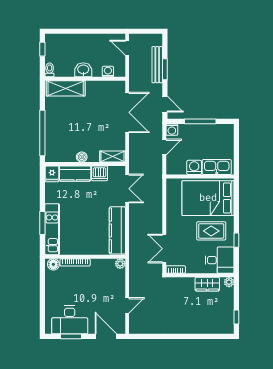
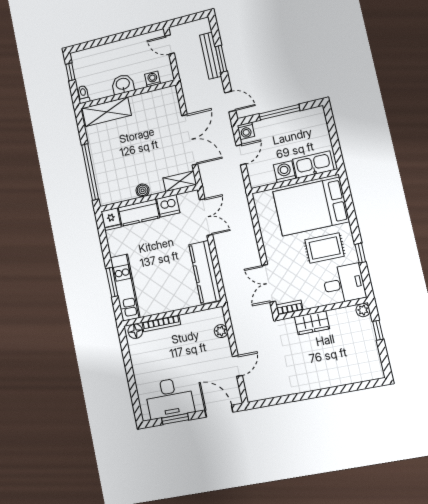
double door: (127, 112) -> (190, 140), moved
plant: (120, 264) -> (221, 331), moved
wardrobe: (207, 284) -> (312, 323), moved
window: (236, 317) -> (378, 330), moved

